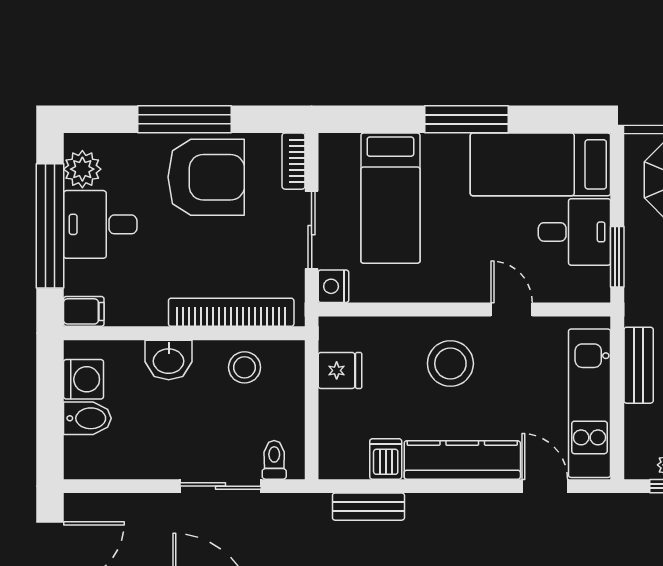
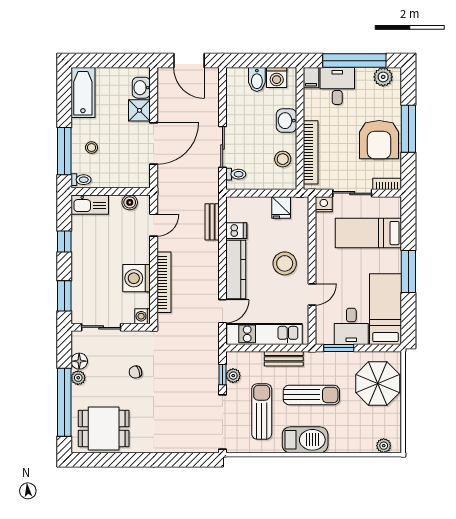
desk: (100, 224) -> (337, 86), moved

